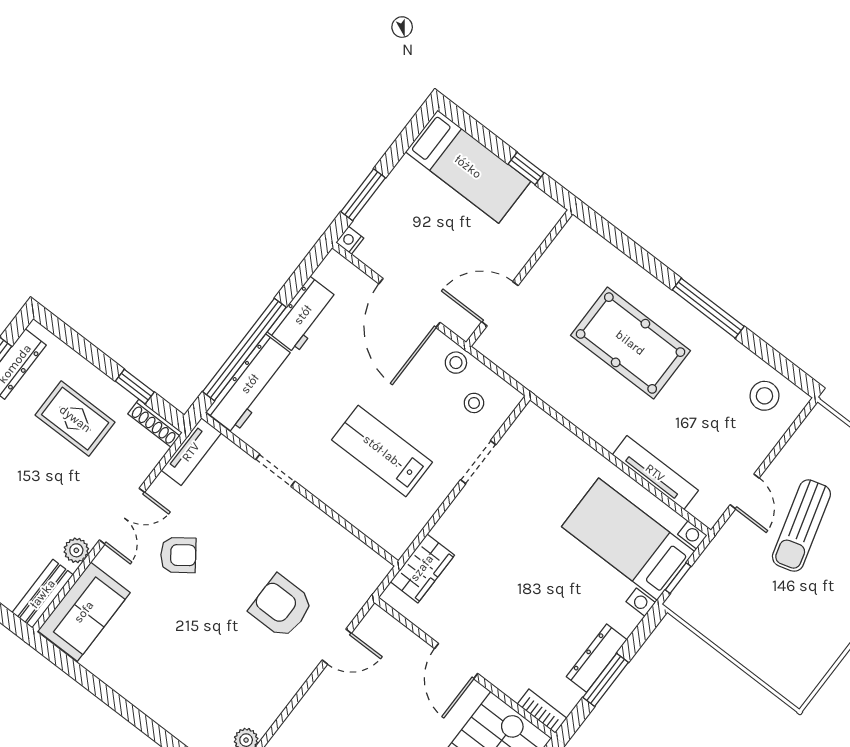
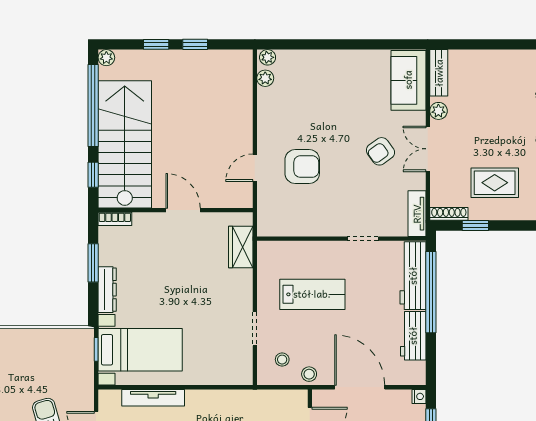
dresser: (597, 658) -> (107, 290), moved

